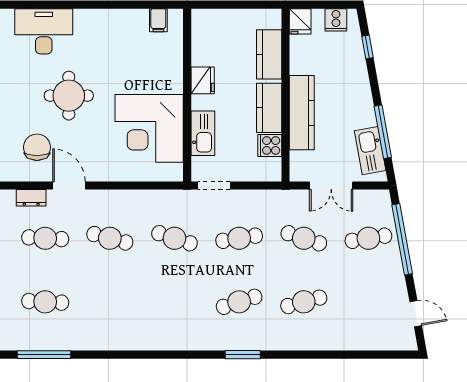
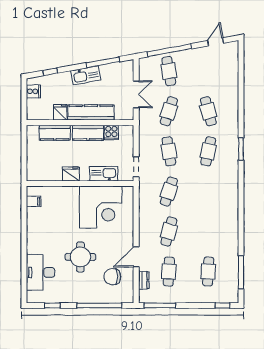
fridge: (300, 21) -> (60, 112), moved, turned -90
kitchen sink: (370, 151) -> (86, 75), moved
cafe table: (239, 302) -> (208, 151), turned 30

